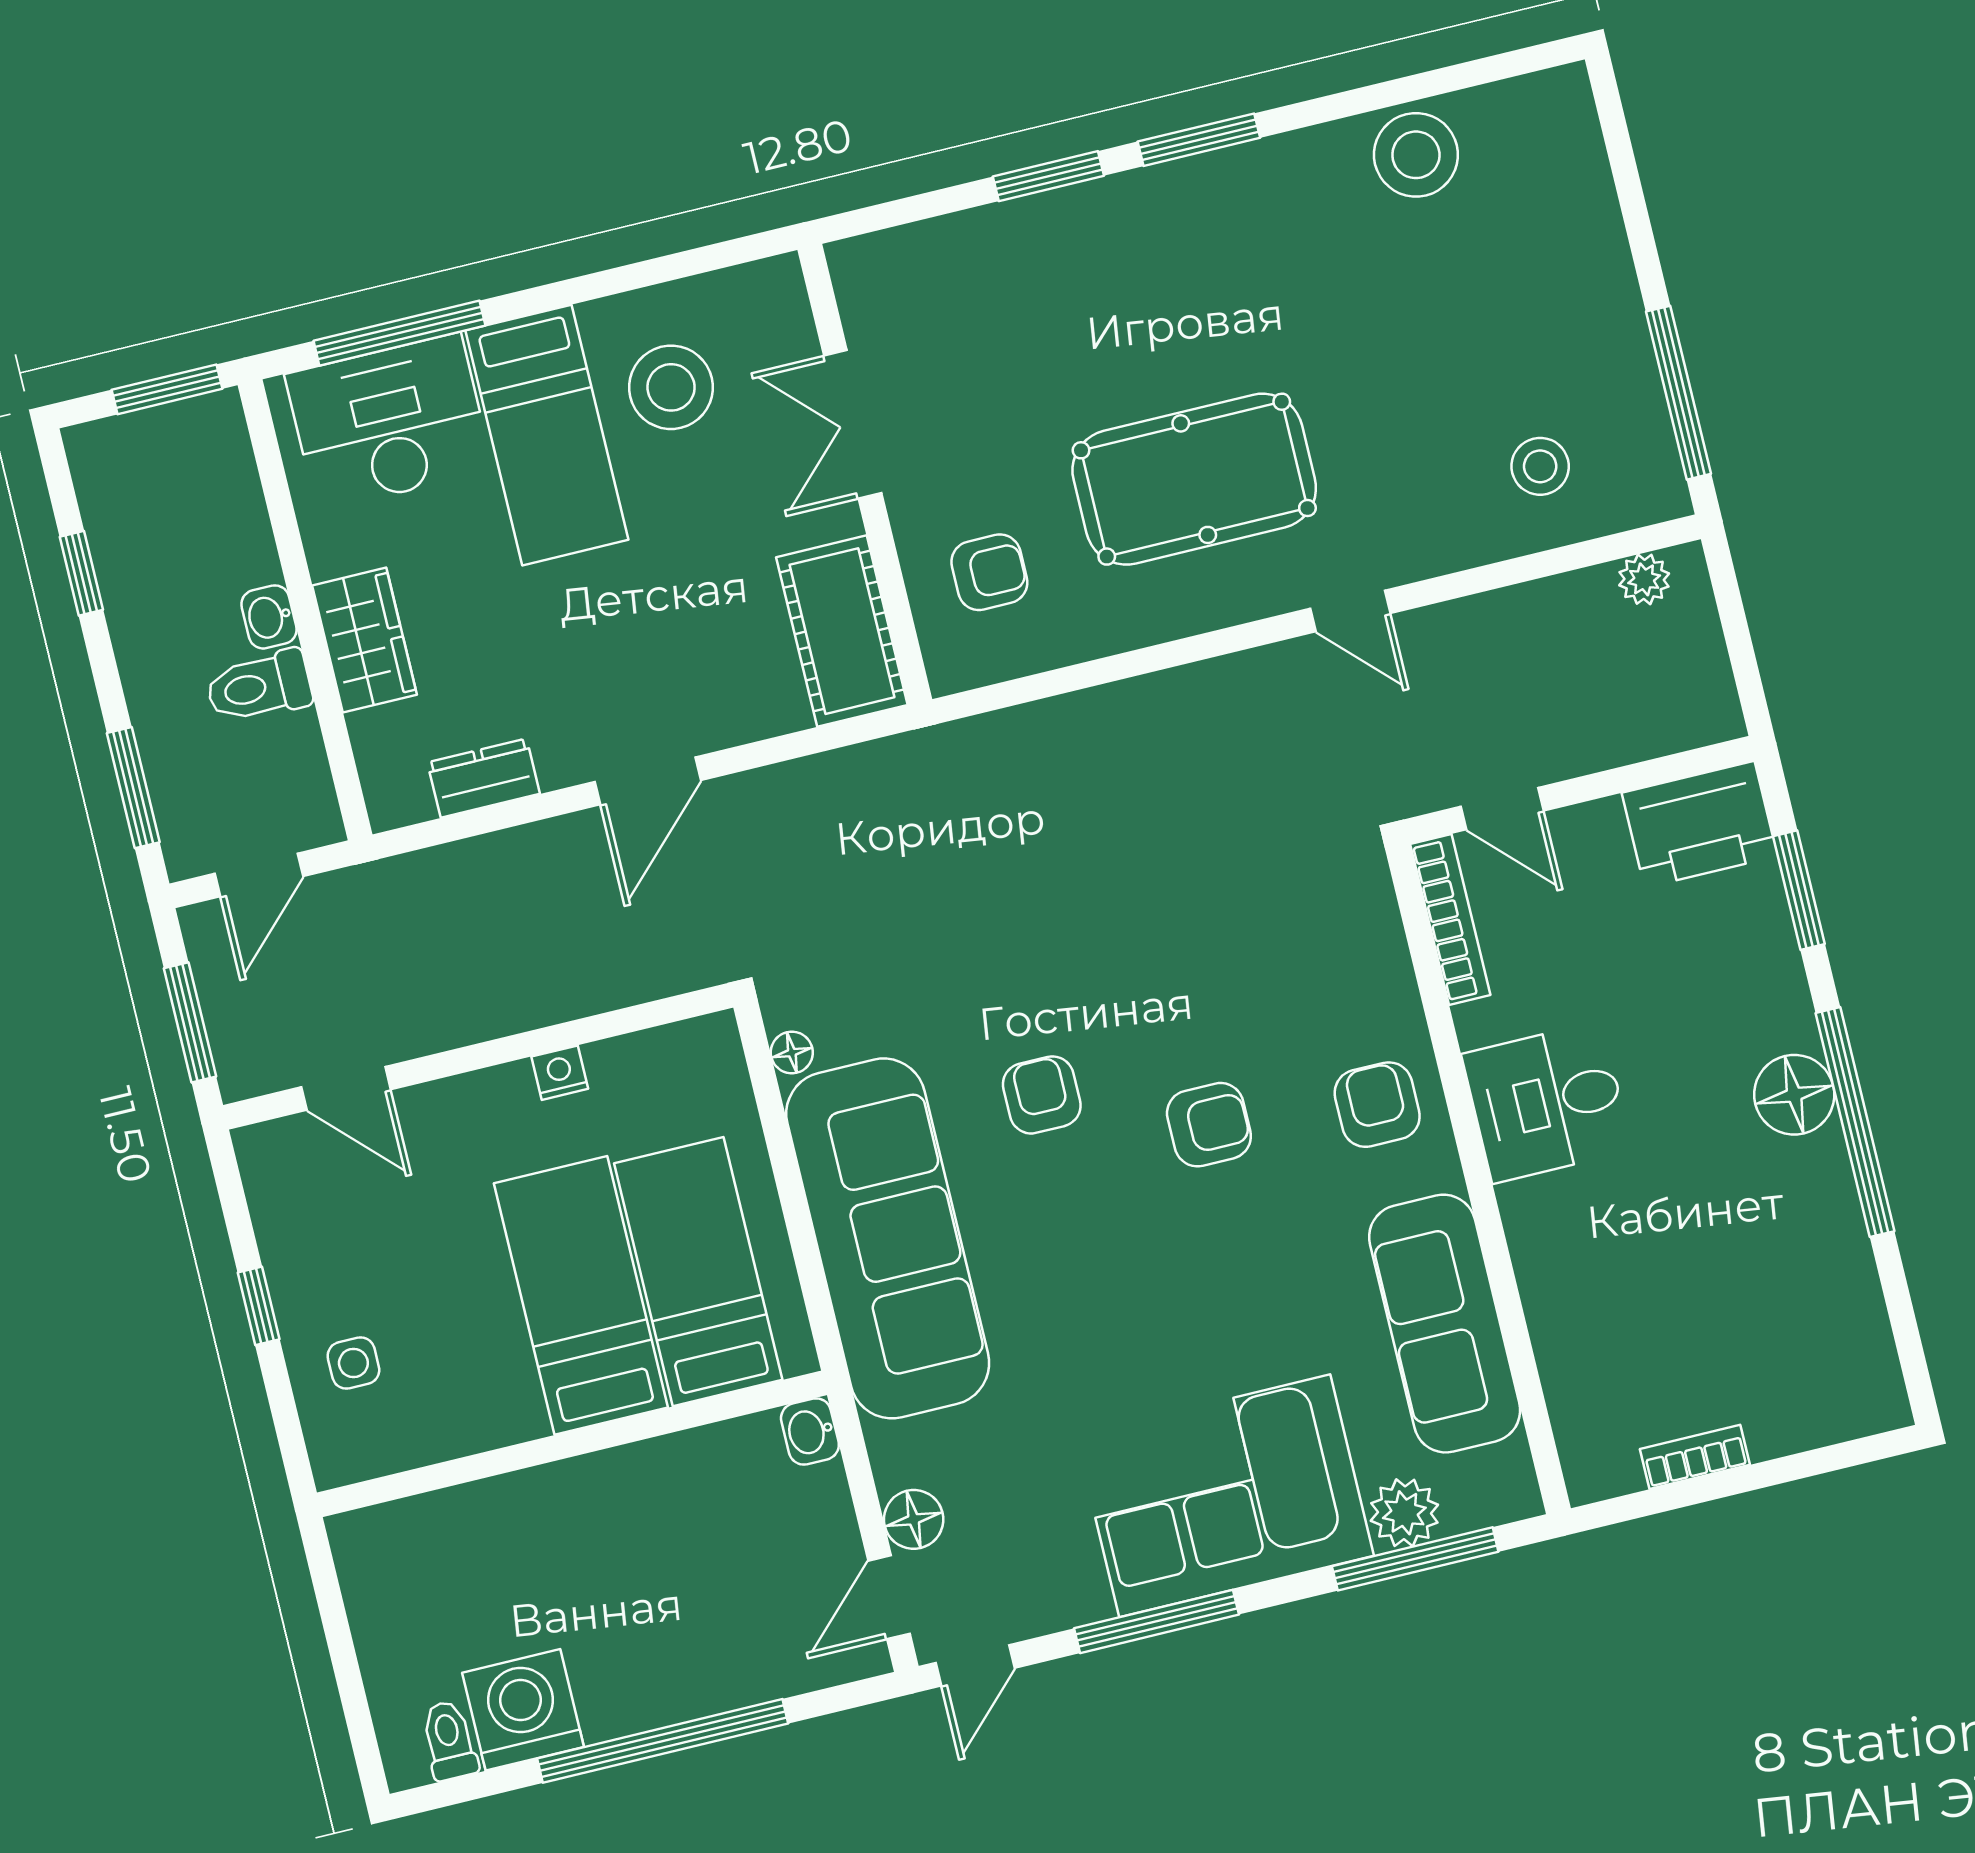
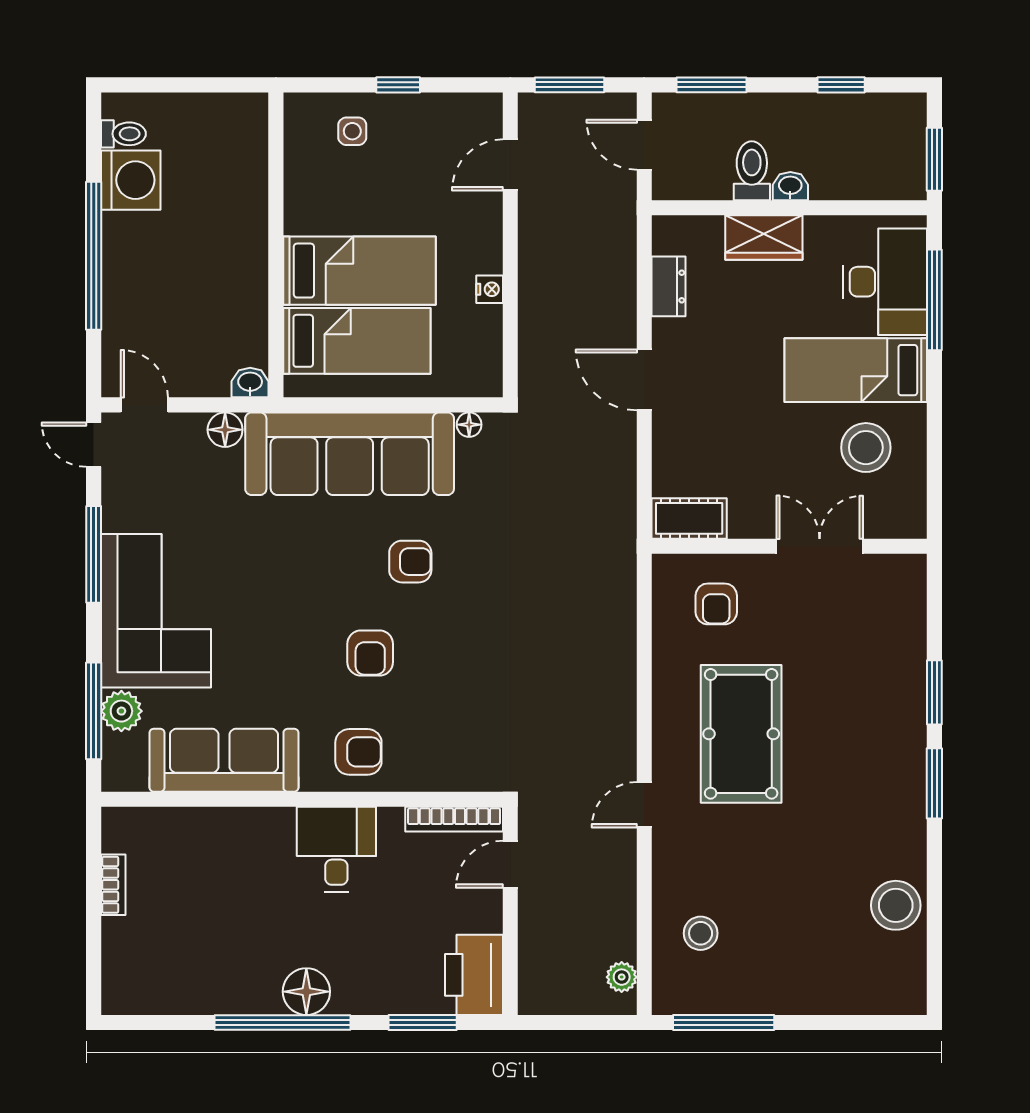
cot: (842, 631) -> (689, 518), width x0.73, depth x0.75
floor lamp: (914, 1519) -> (225, 430), moved

